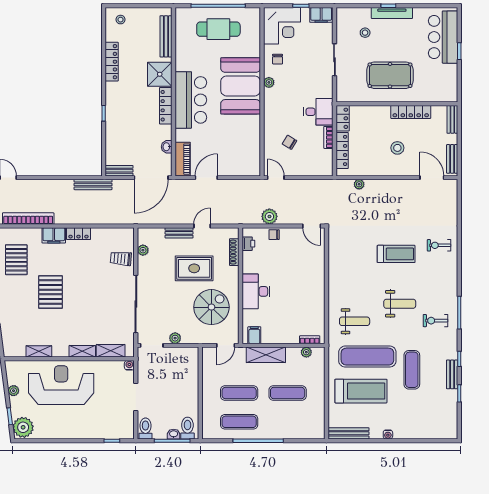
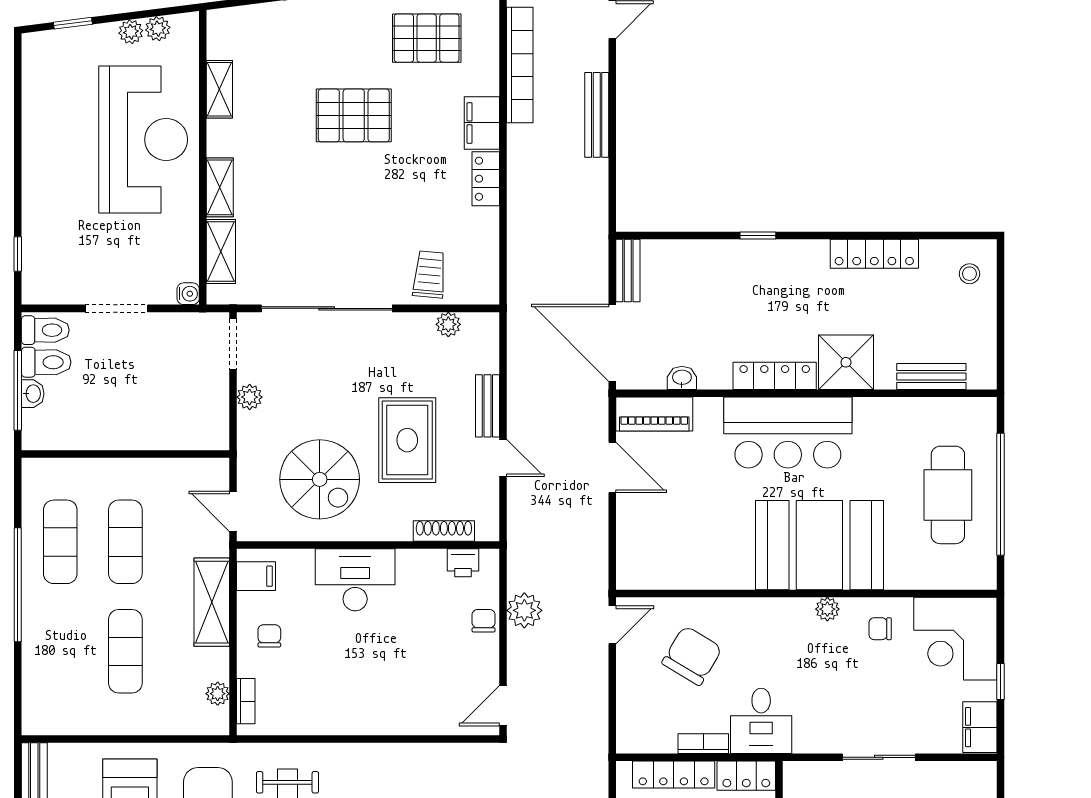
bench: (166, 36) -> (931, 376), width x0.73
chair: (289, 142) -> (692, 656), width x1.87, depth x1.87
bench: (93, 184) -> (597, 115), moved
chair: (281, 329) -> (269, 636), added
plant: (23, 427) -> (158, 29), moved, width x0.53, depth x0.53
toilet: (187, 428) -> (46, 362), moved

